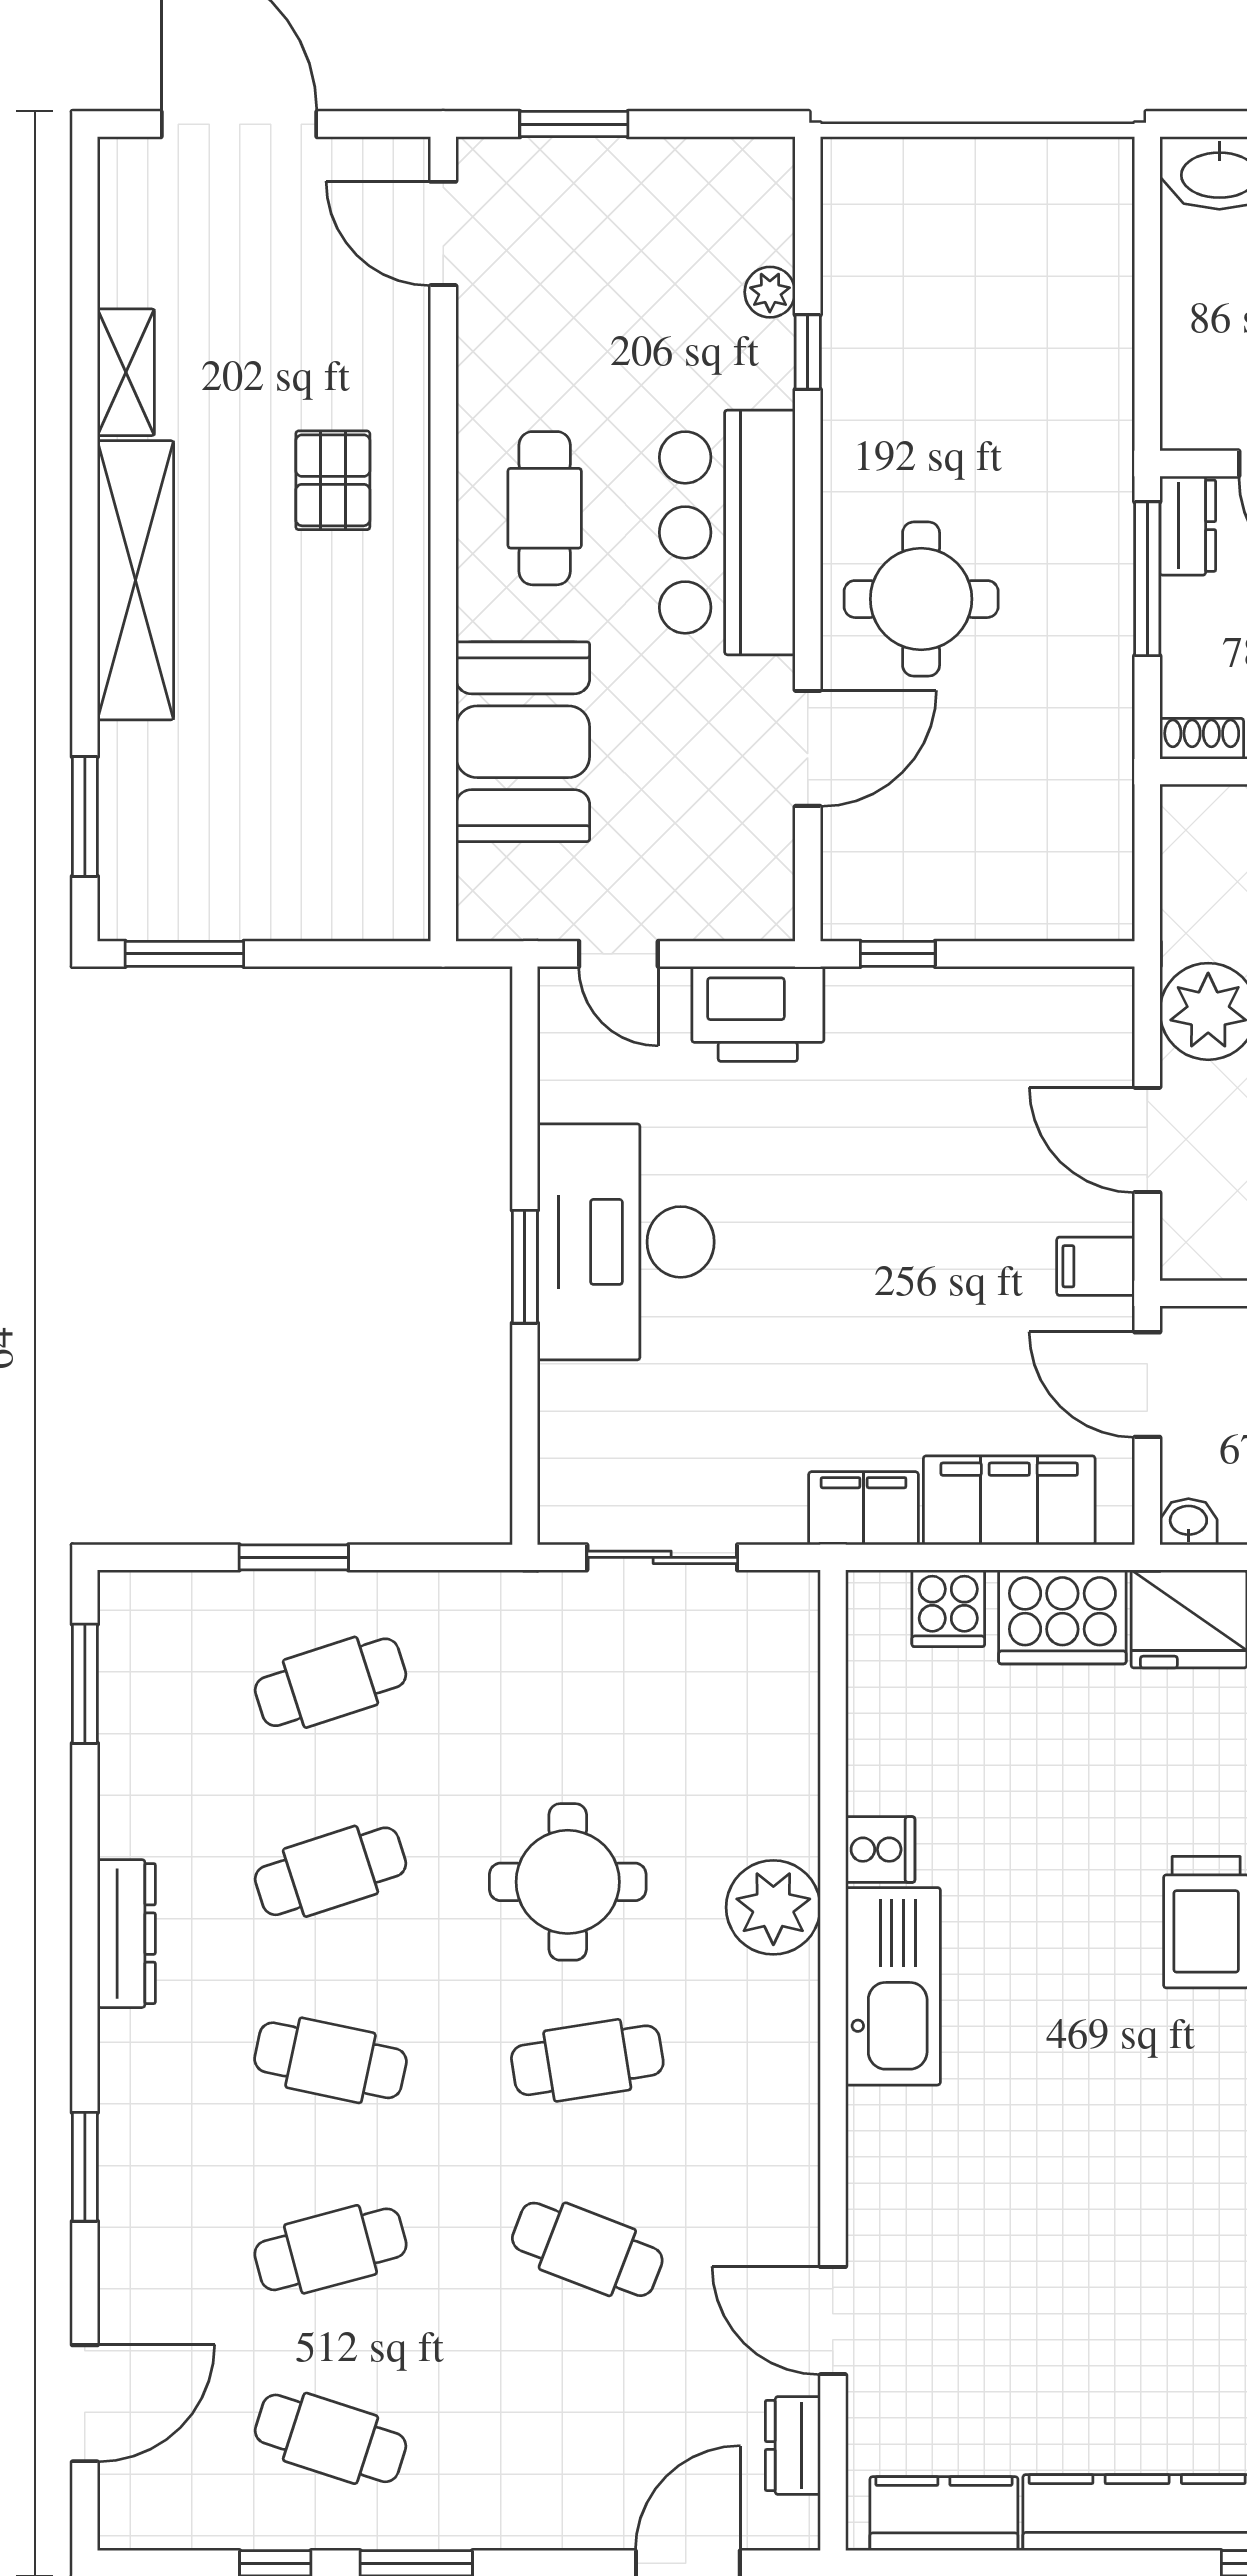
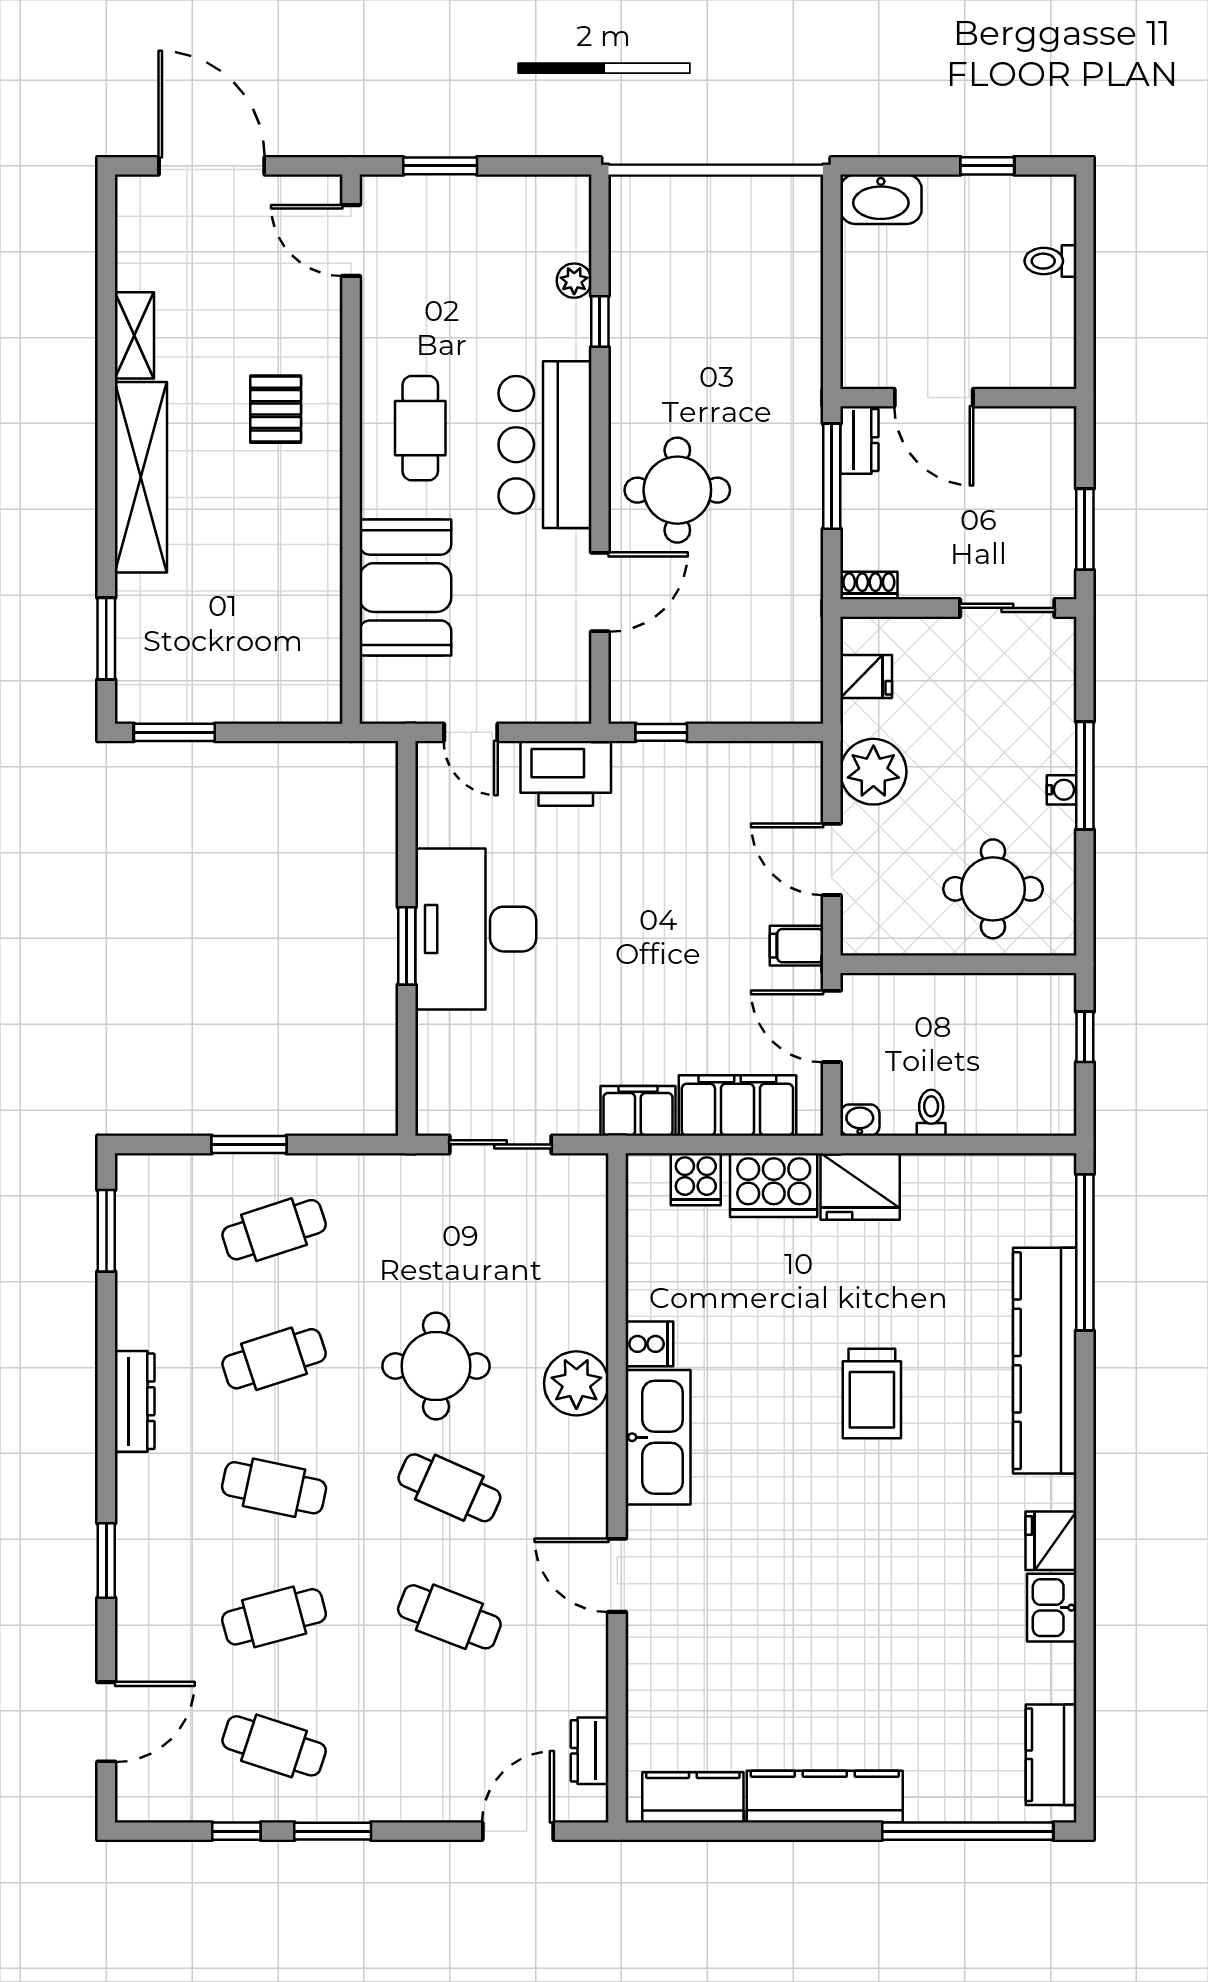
fridge: (1198, 872) -> (866, 677), added
cafe table: (587, 2060) -> (449, 1488), turned 33
door: (833, 2321) -> (617, 1575), moved

